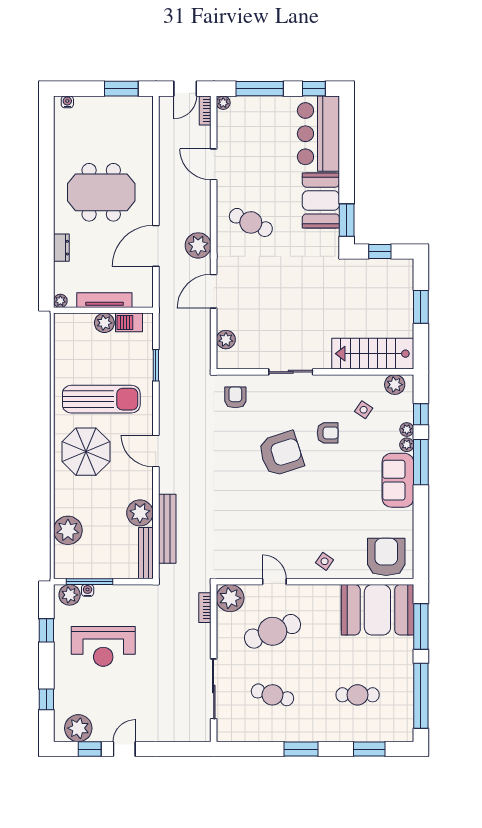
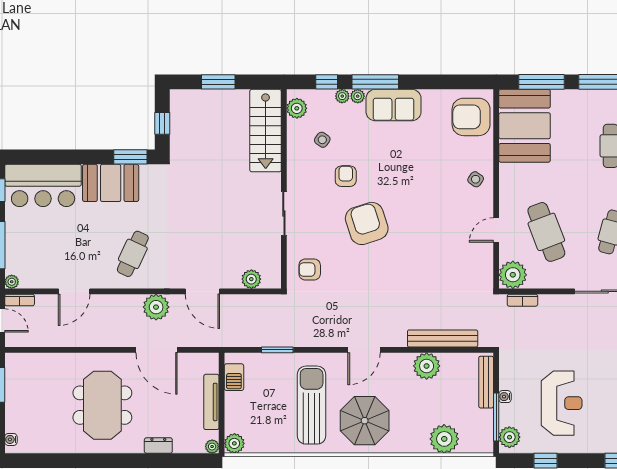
plant: (104, 323) -> (234, 443), moved
bench: (146, 553) -> (486, 382), moved, turned 90
water cooler: (88, 590) -> (505, 397), moved

